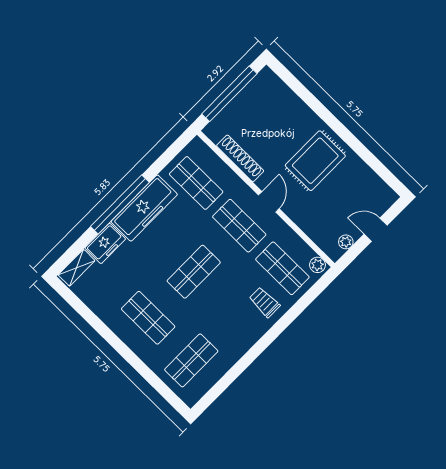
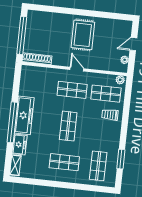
shoe rack: (240, 158) -> (37, 59), moved
shop shelf: (196, 183) -> (38, 86), removed
window: (230, 376) -> (121, 159), added

